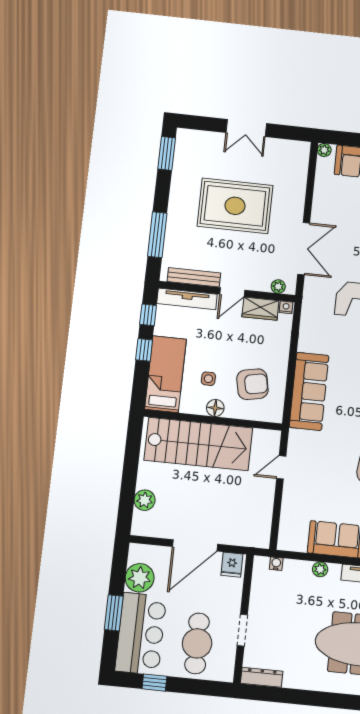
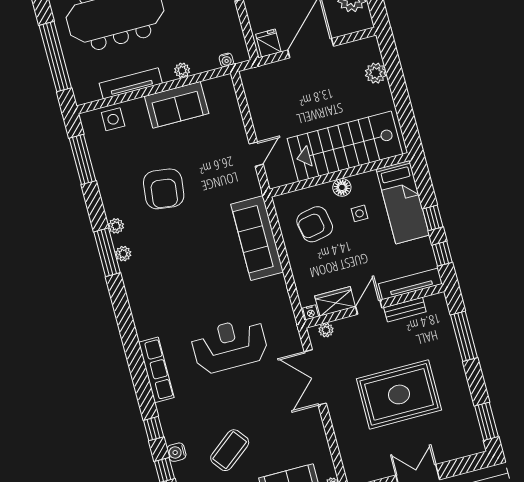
bench: (194, 277) -> (405, 310), width x0.73

